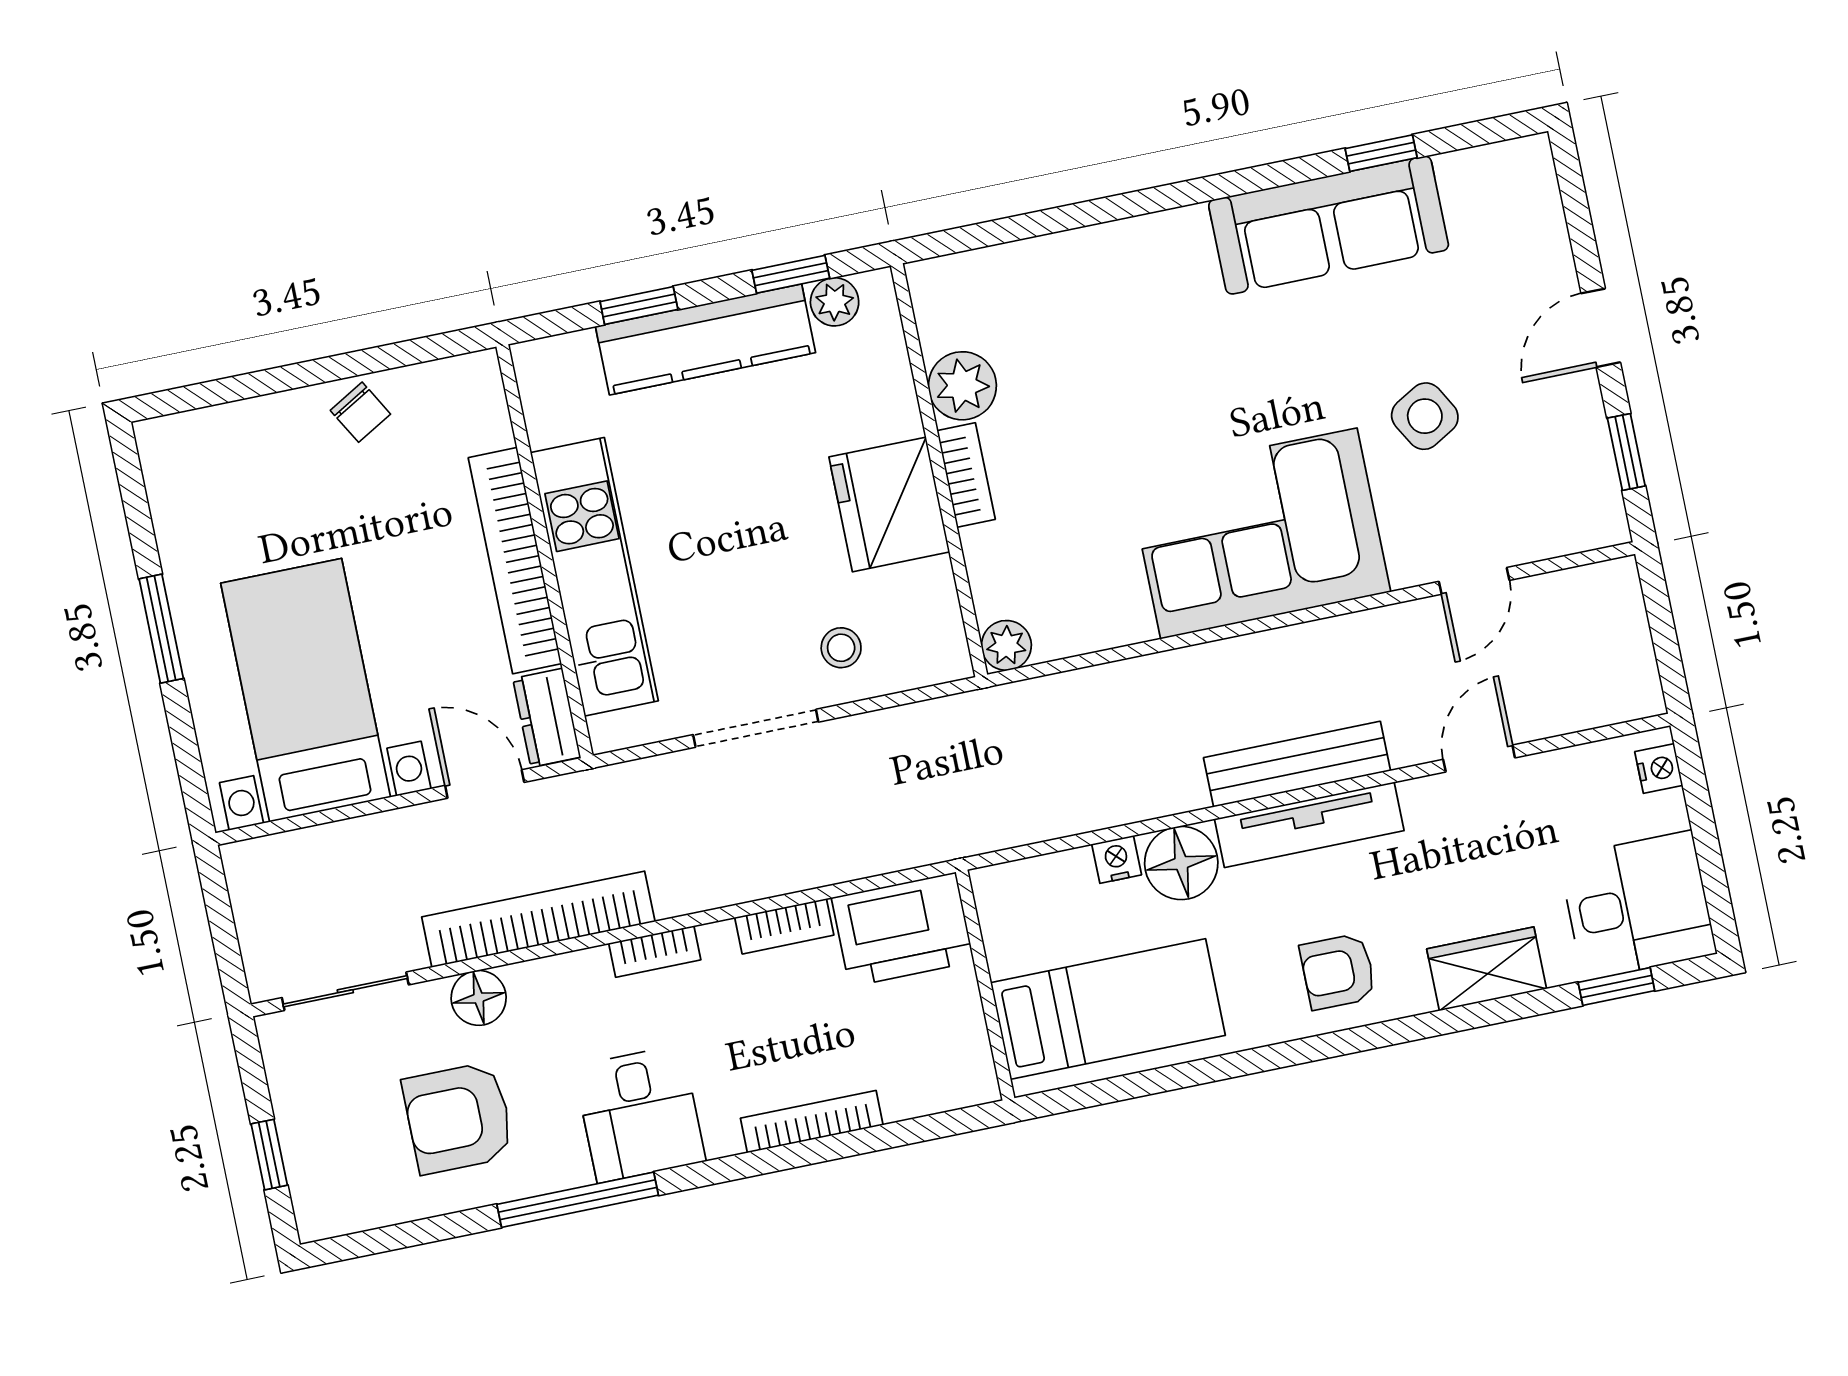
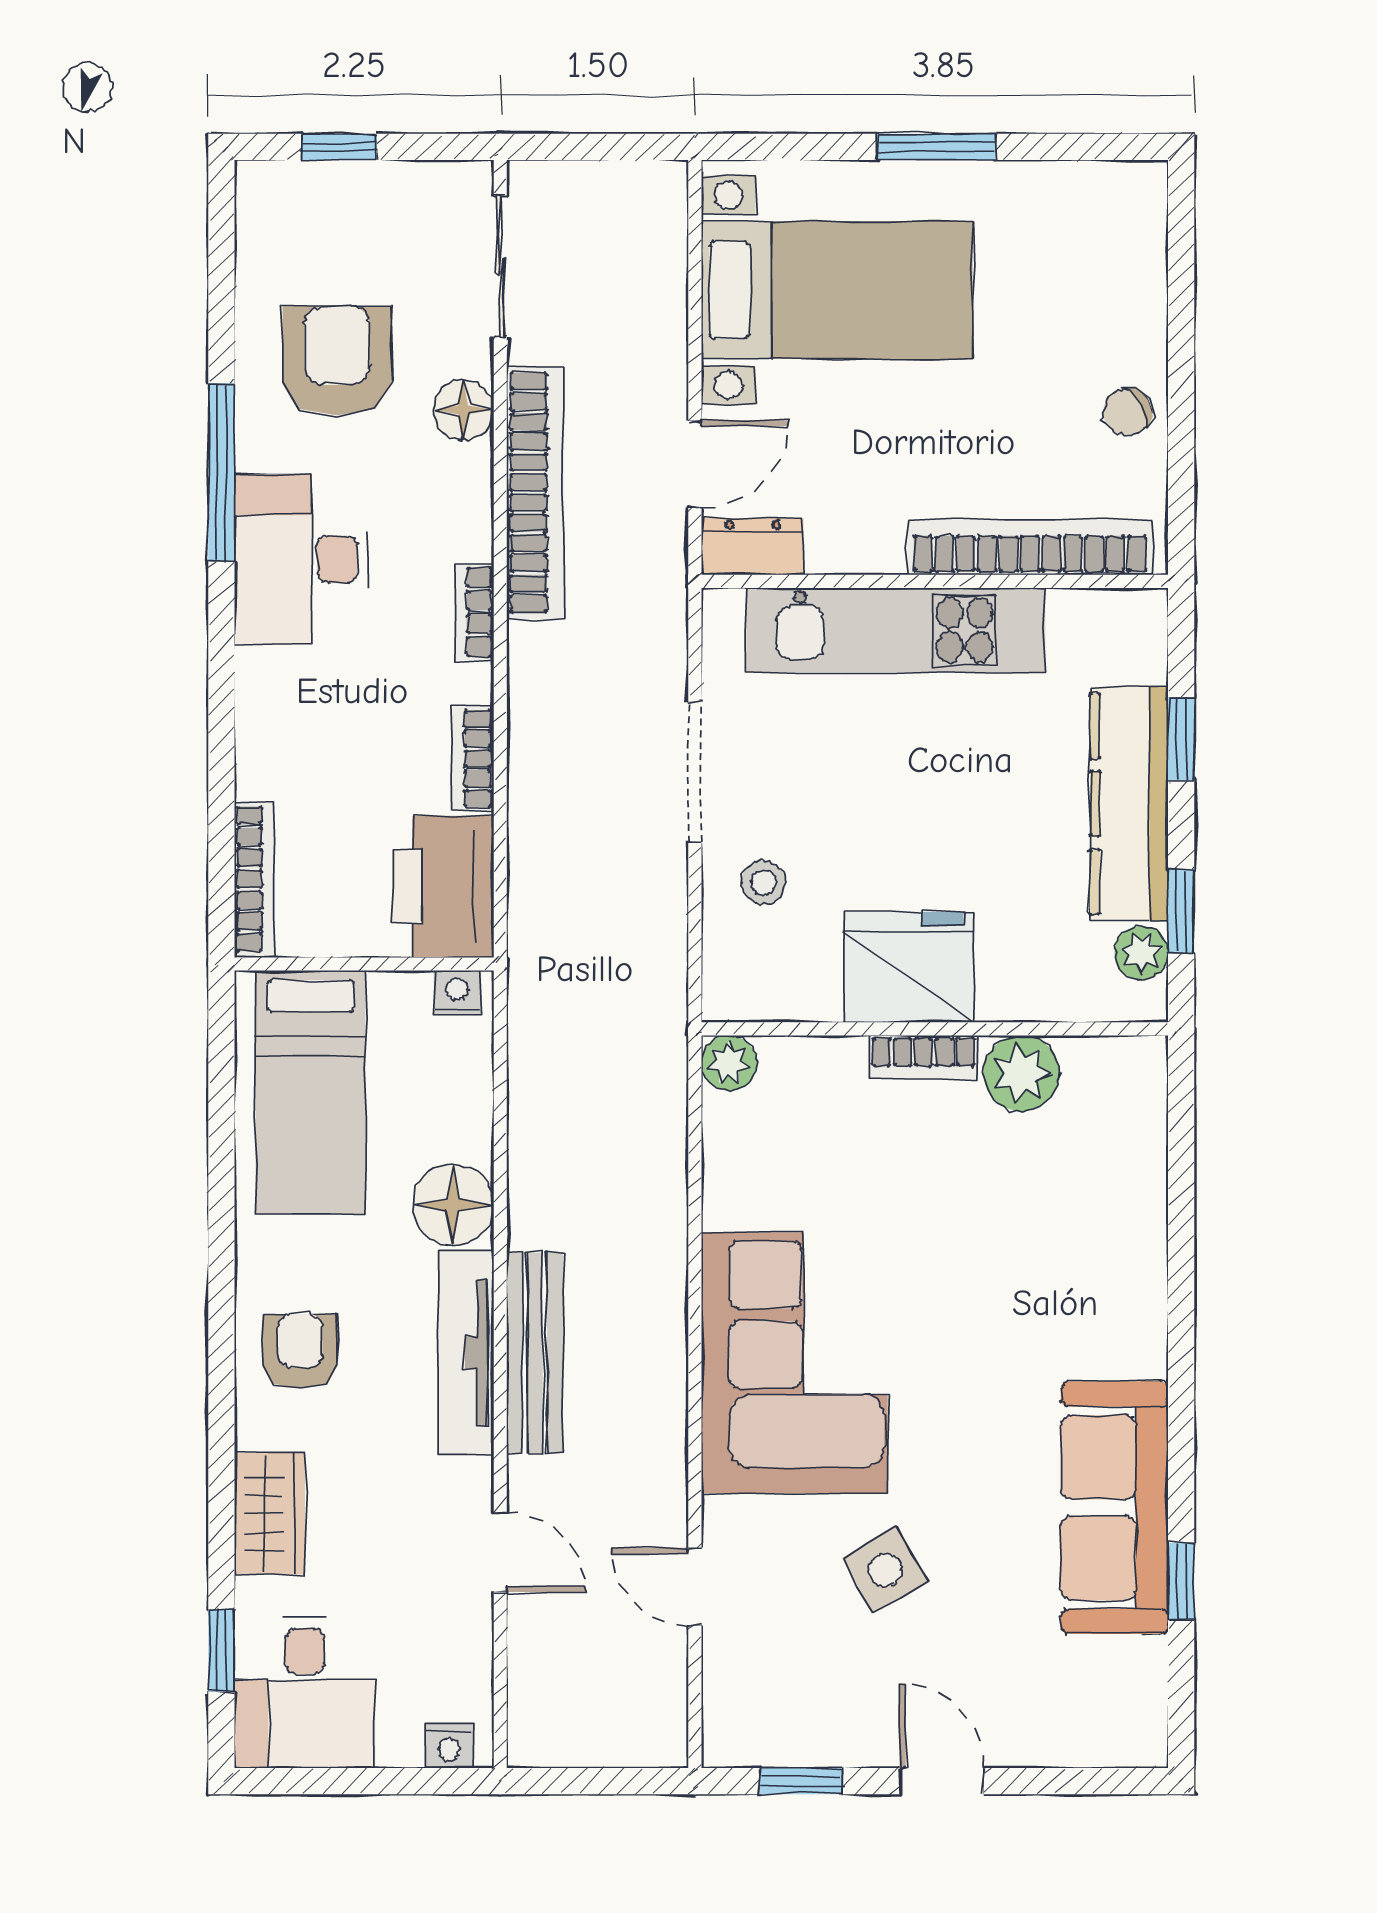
bookcase: (515, 561) -> (1030, 547), moved
nightstand: (1117, 859) -> (457, 993), moved, turned -90
desk: (640, 1114) -> (301, 559), width x1.37
bookcase: (812, 1122) -> (254, 879), moved

